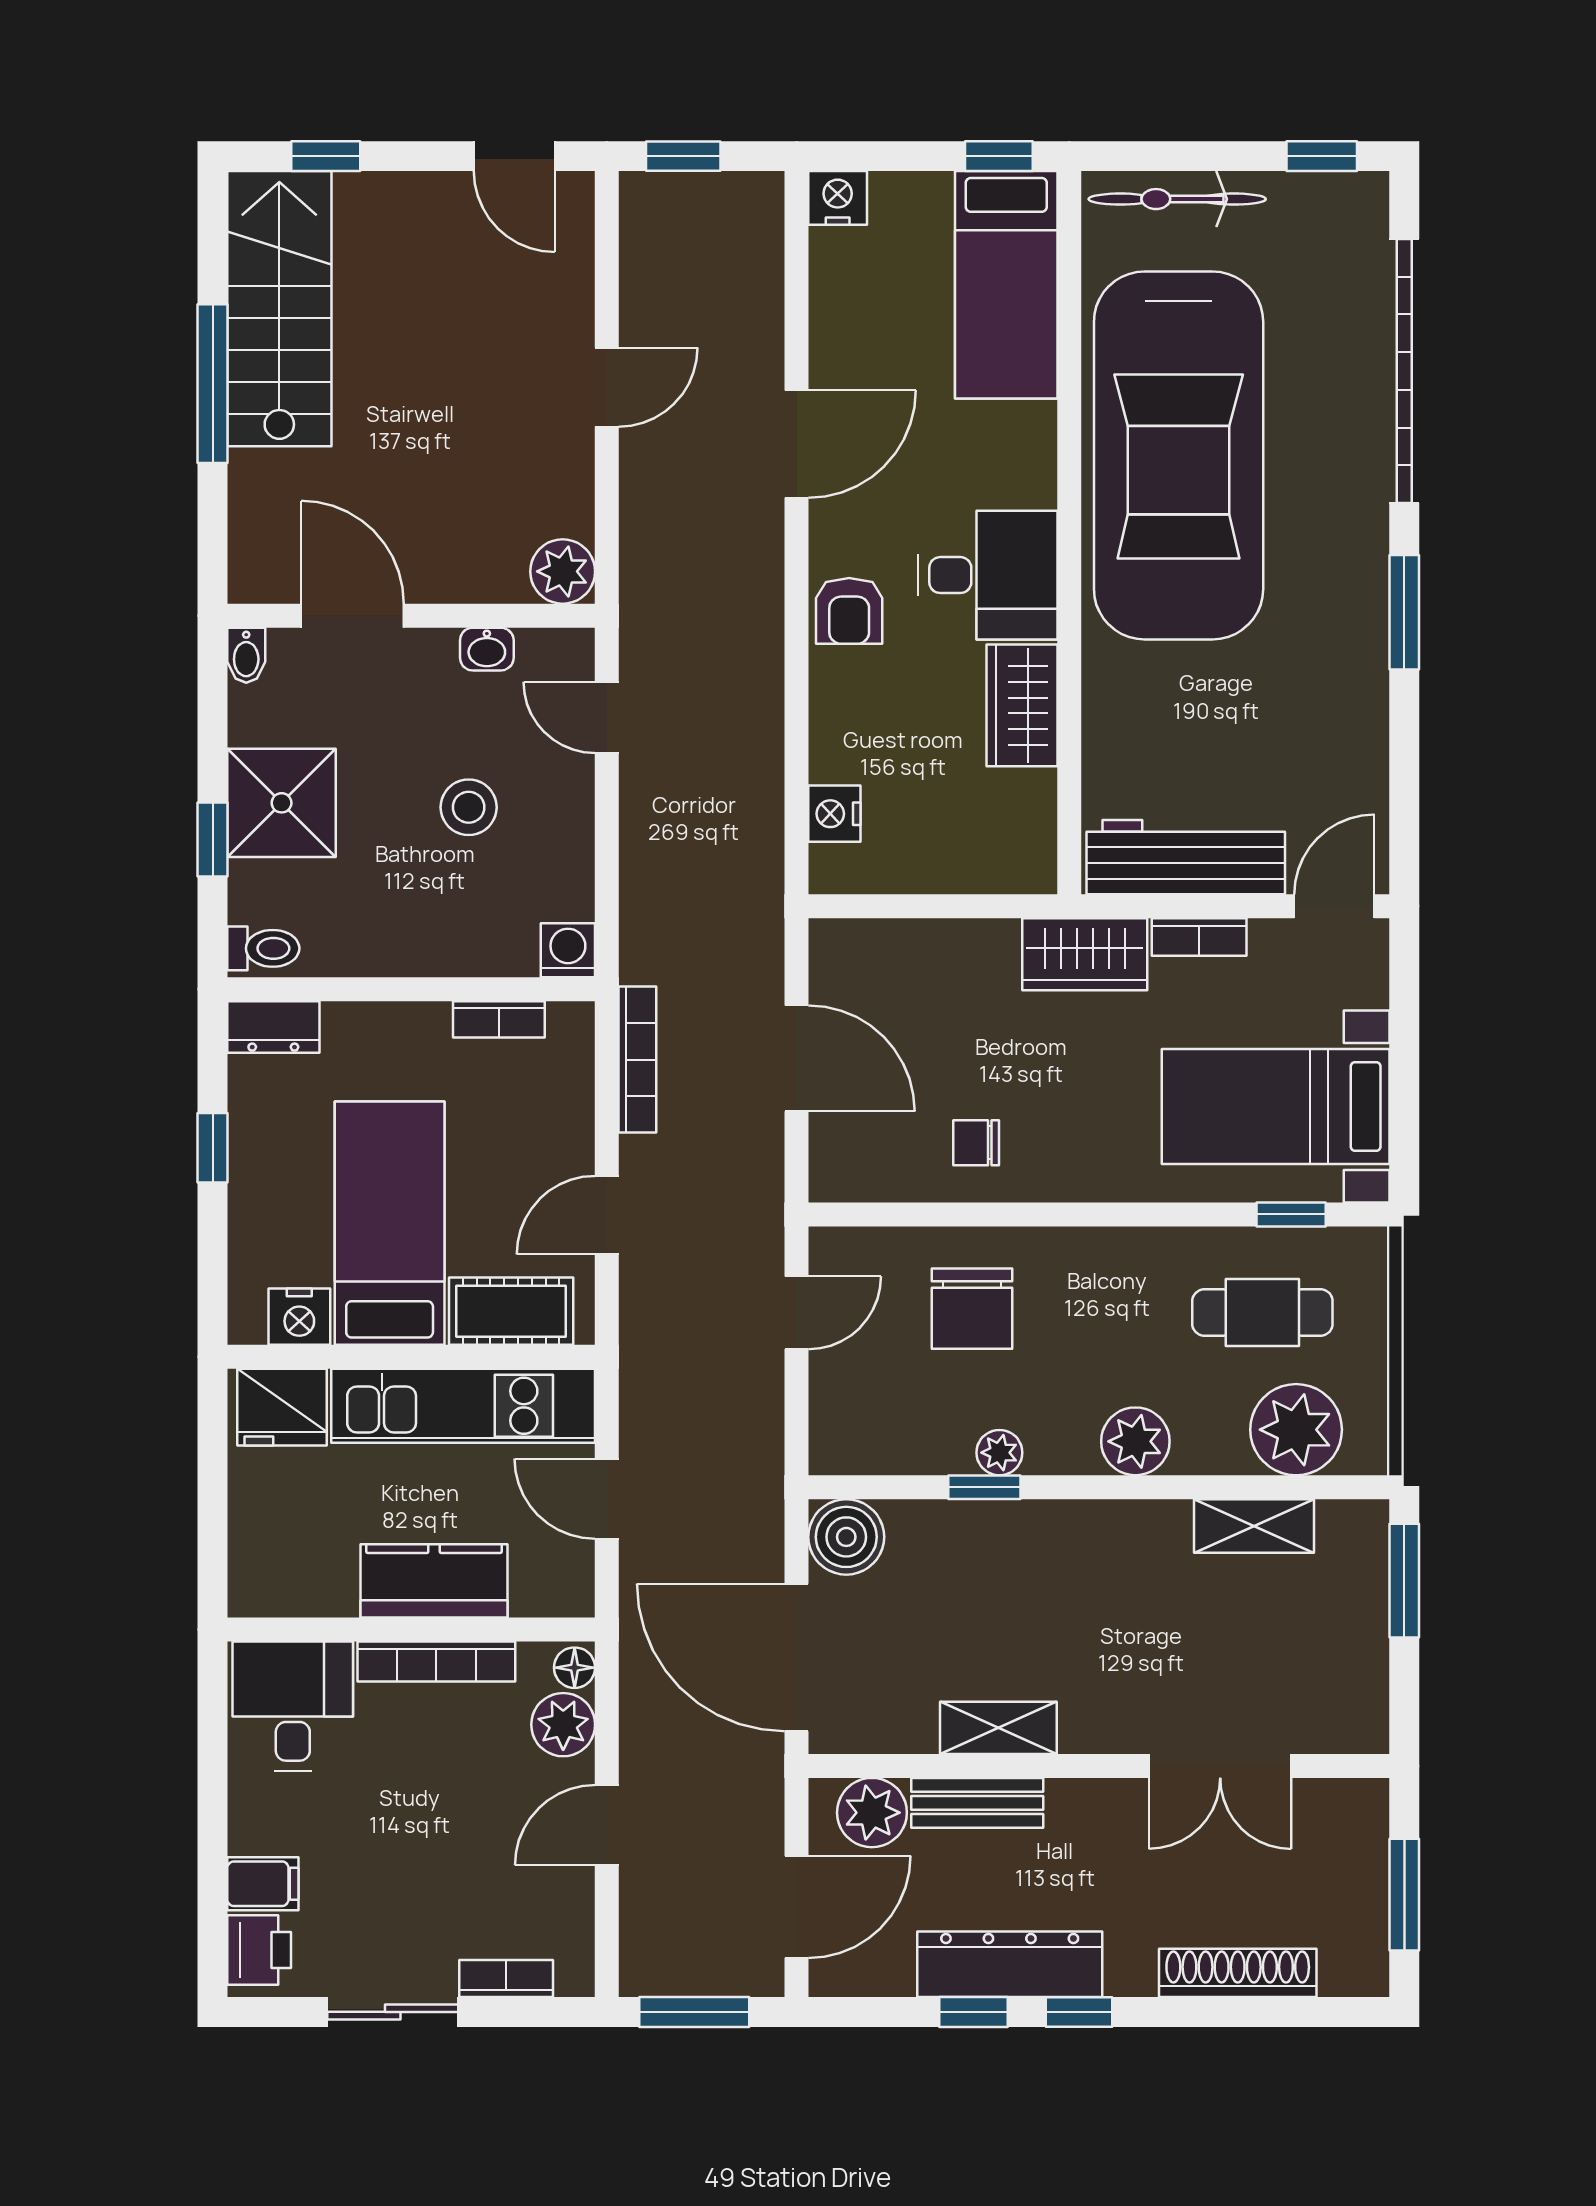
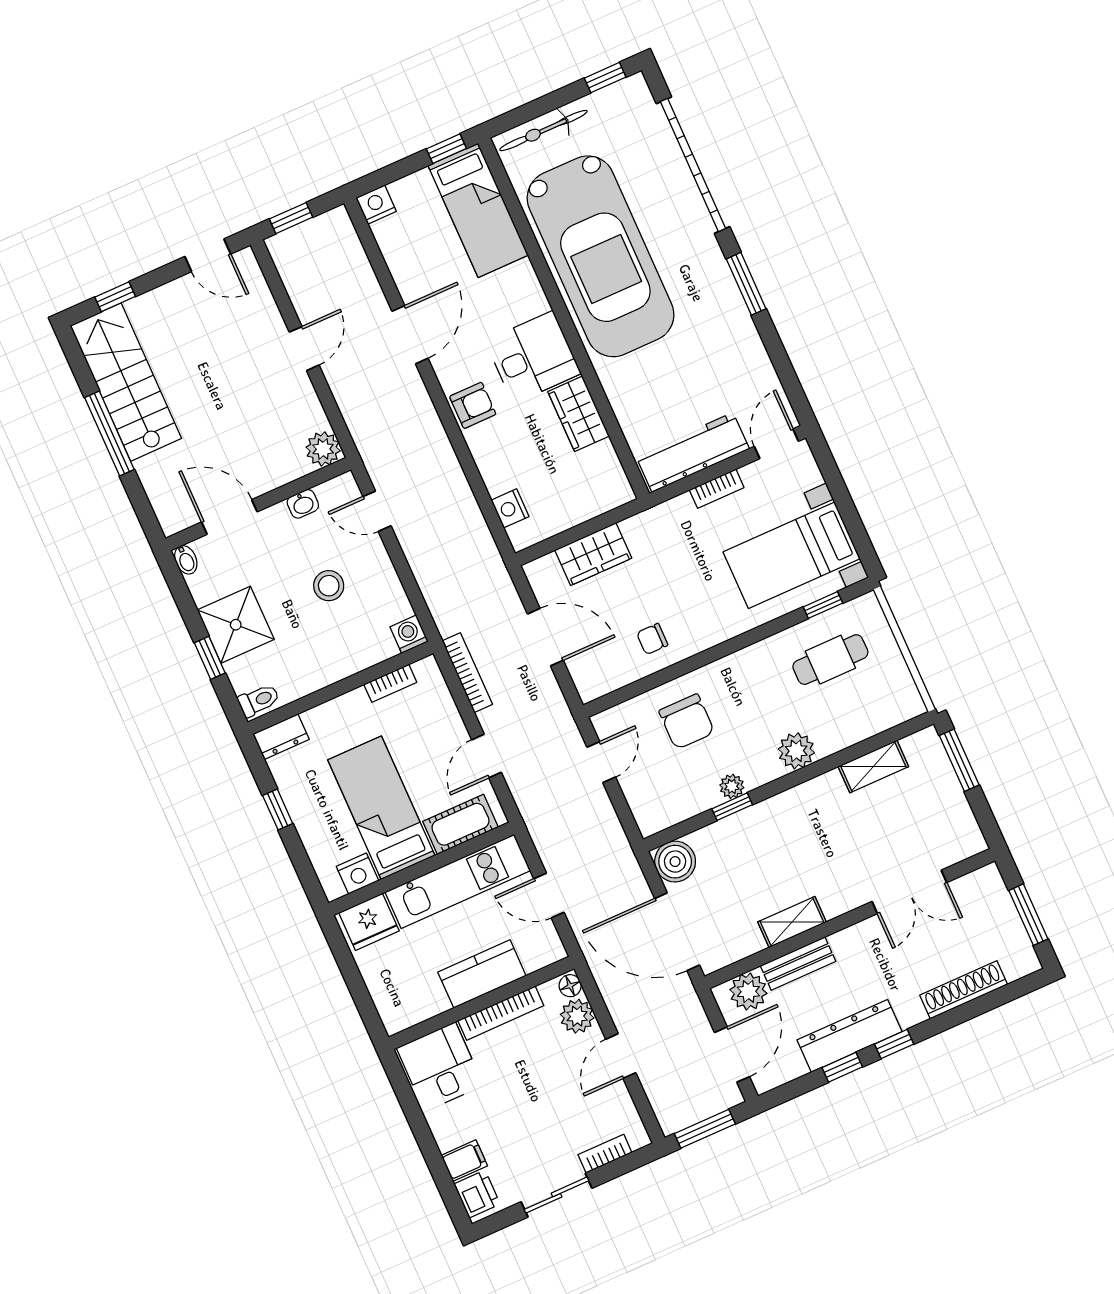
armchair: (849, 611) -> (473, 405), turned -90
wardrobe: (1085, 954) -> (593, 554), moved
plant: (1296, 1430) -> (873, 710), removed

